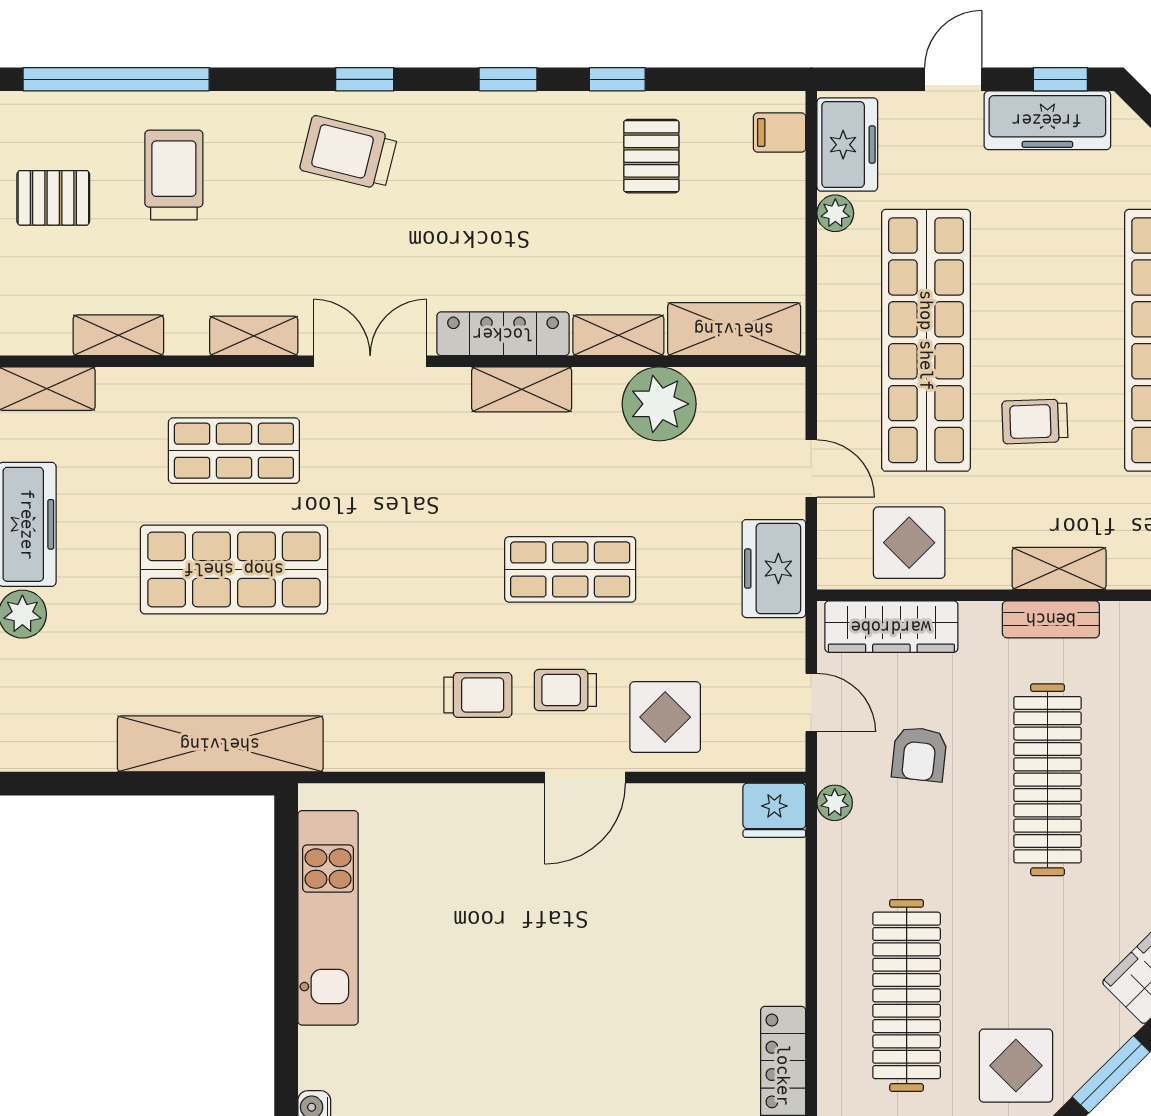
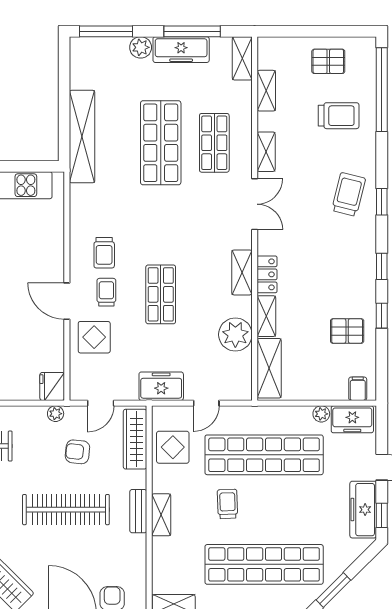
pallet: (53, 198) -> (328, 61), turned 90
locker: (503, 334) -> (267, 274), width x0.66

